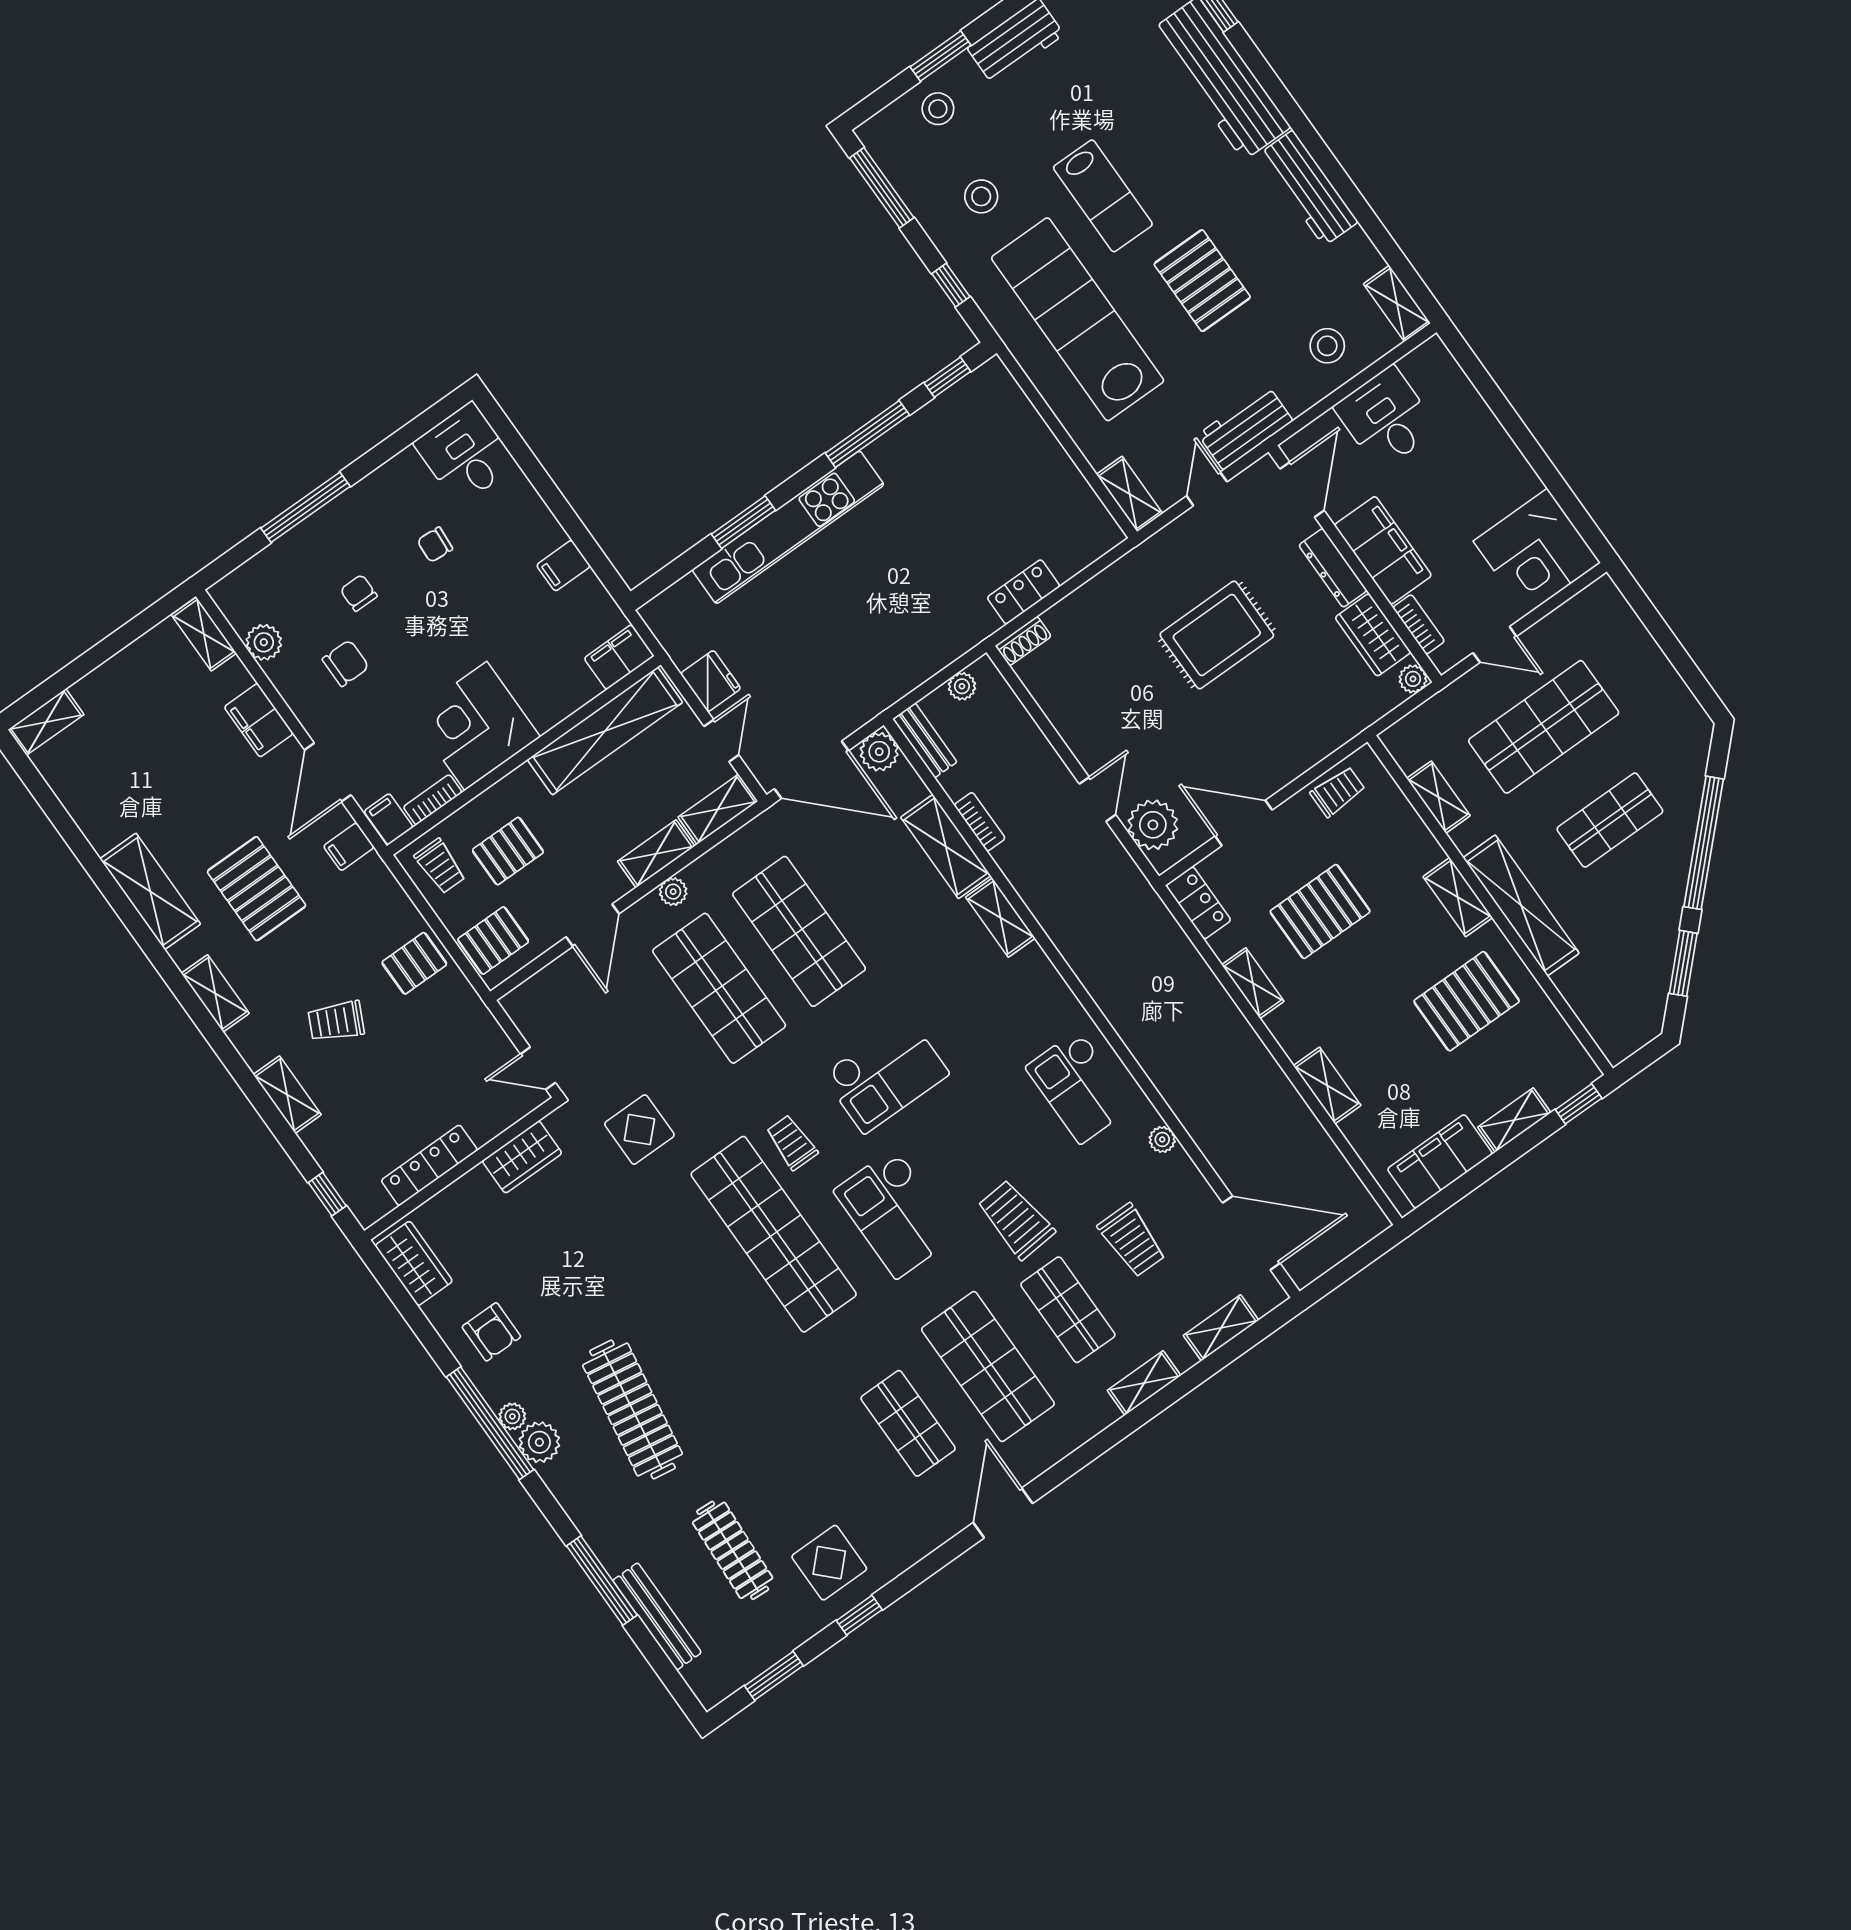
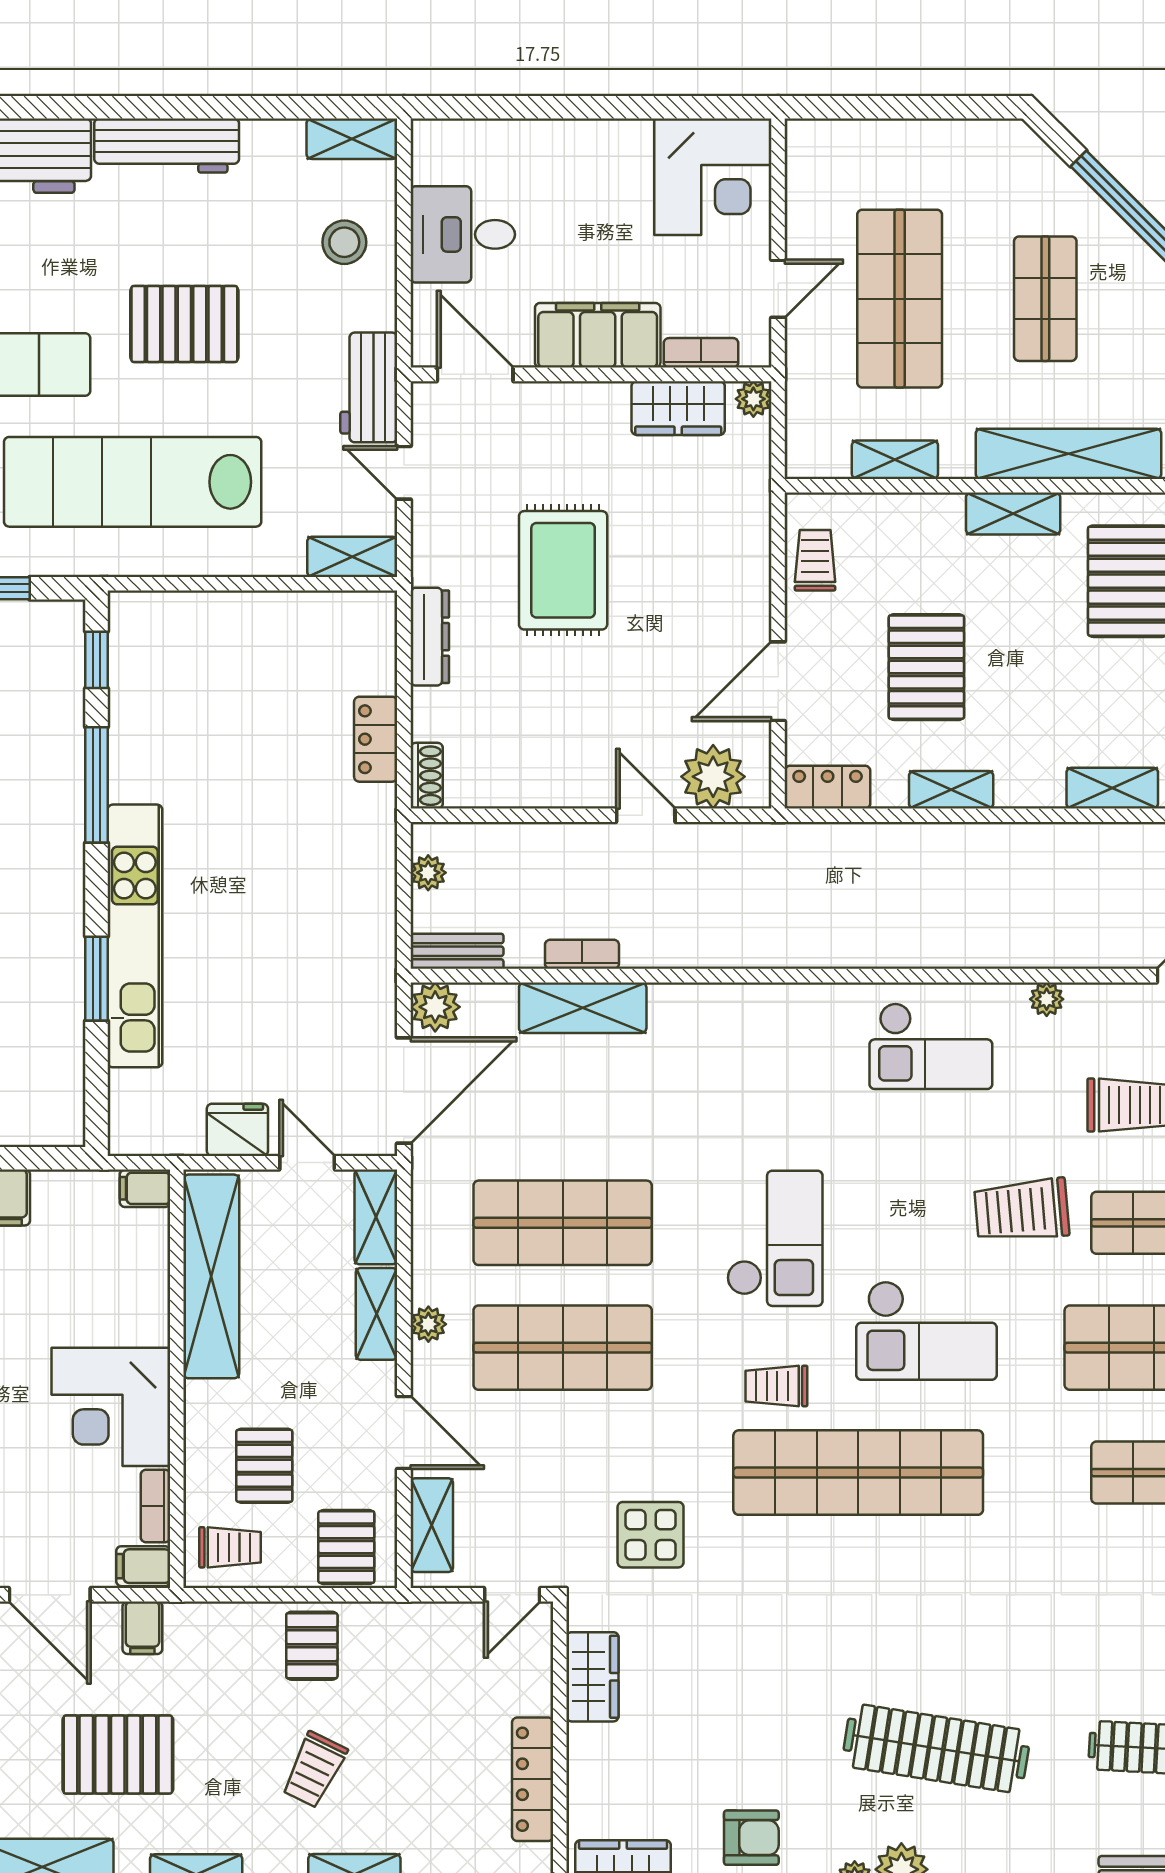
dresser: (1333, 568) -> (430, 637), moved, turned -90
filing cabinet: (619, 657) -> (145, 1188), width x0.50
shelving: (1000, 918) -> (432, 1525), moved, turned 90

